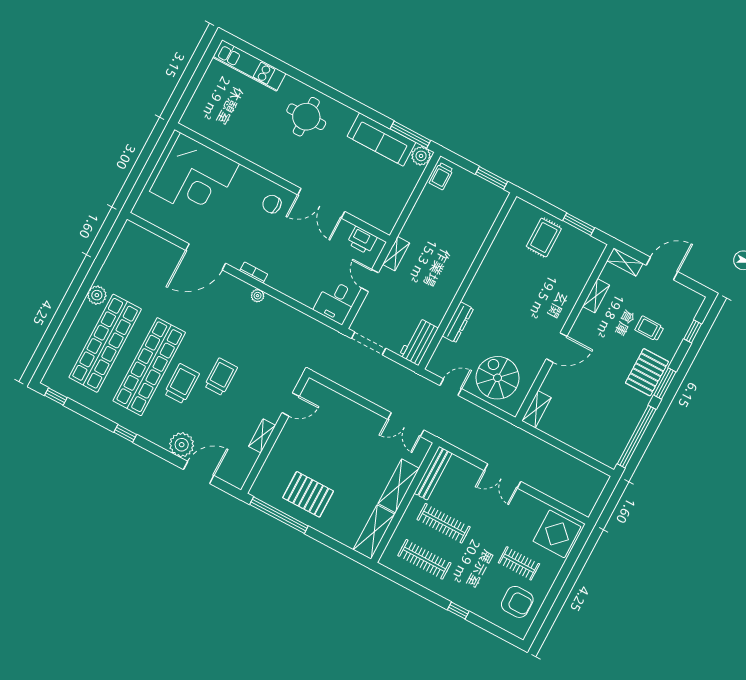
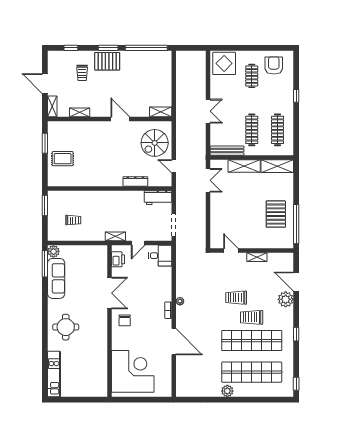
trolley: (441, 176) -> (73, 220), moved

